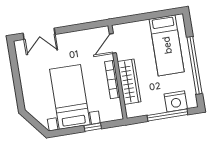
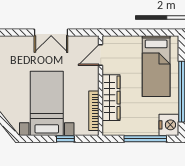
double door: (39, 34) -> (51, 33), moved
bookcase: (112, 79) -> (94, 111), moved
nightstand: (176, 101) -> (169, 125), moved, turned -90

